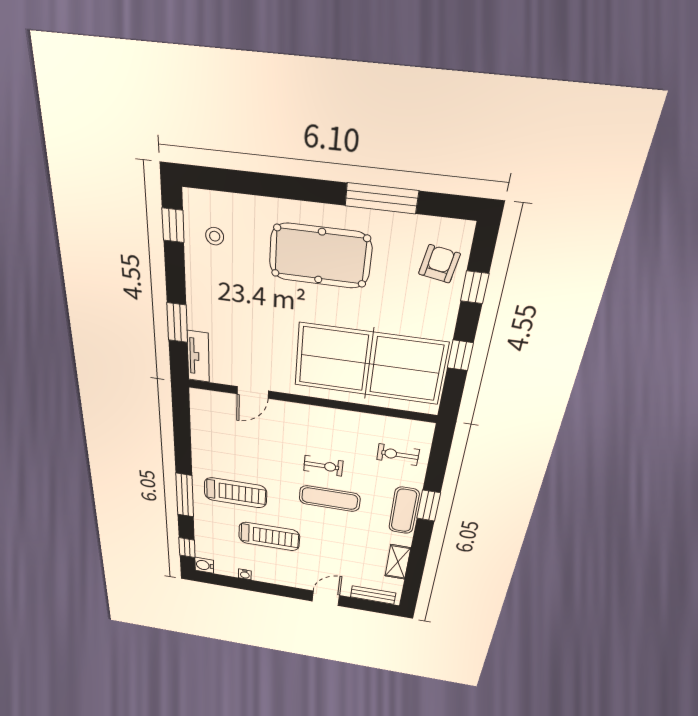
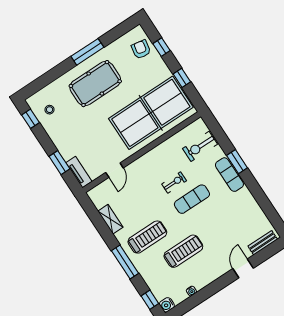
window: (382, 198) -> (87, 52), moved
exercise bike: (398, 455) -> (200, 146), width x1.38, depth x1.39
shelving: (398, 562) -> (110, 219), moved

